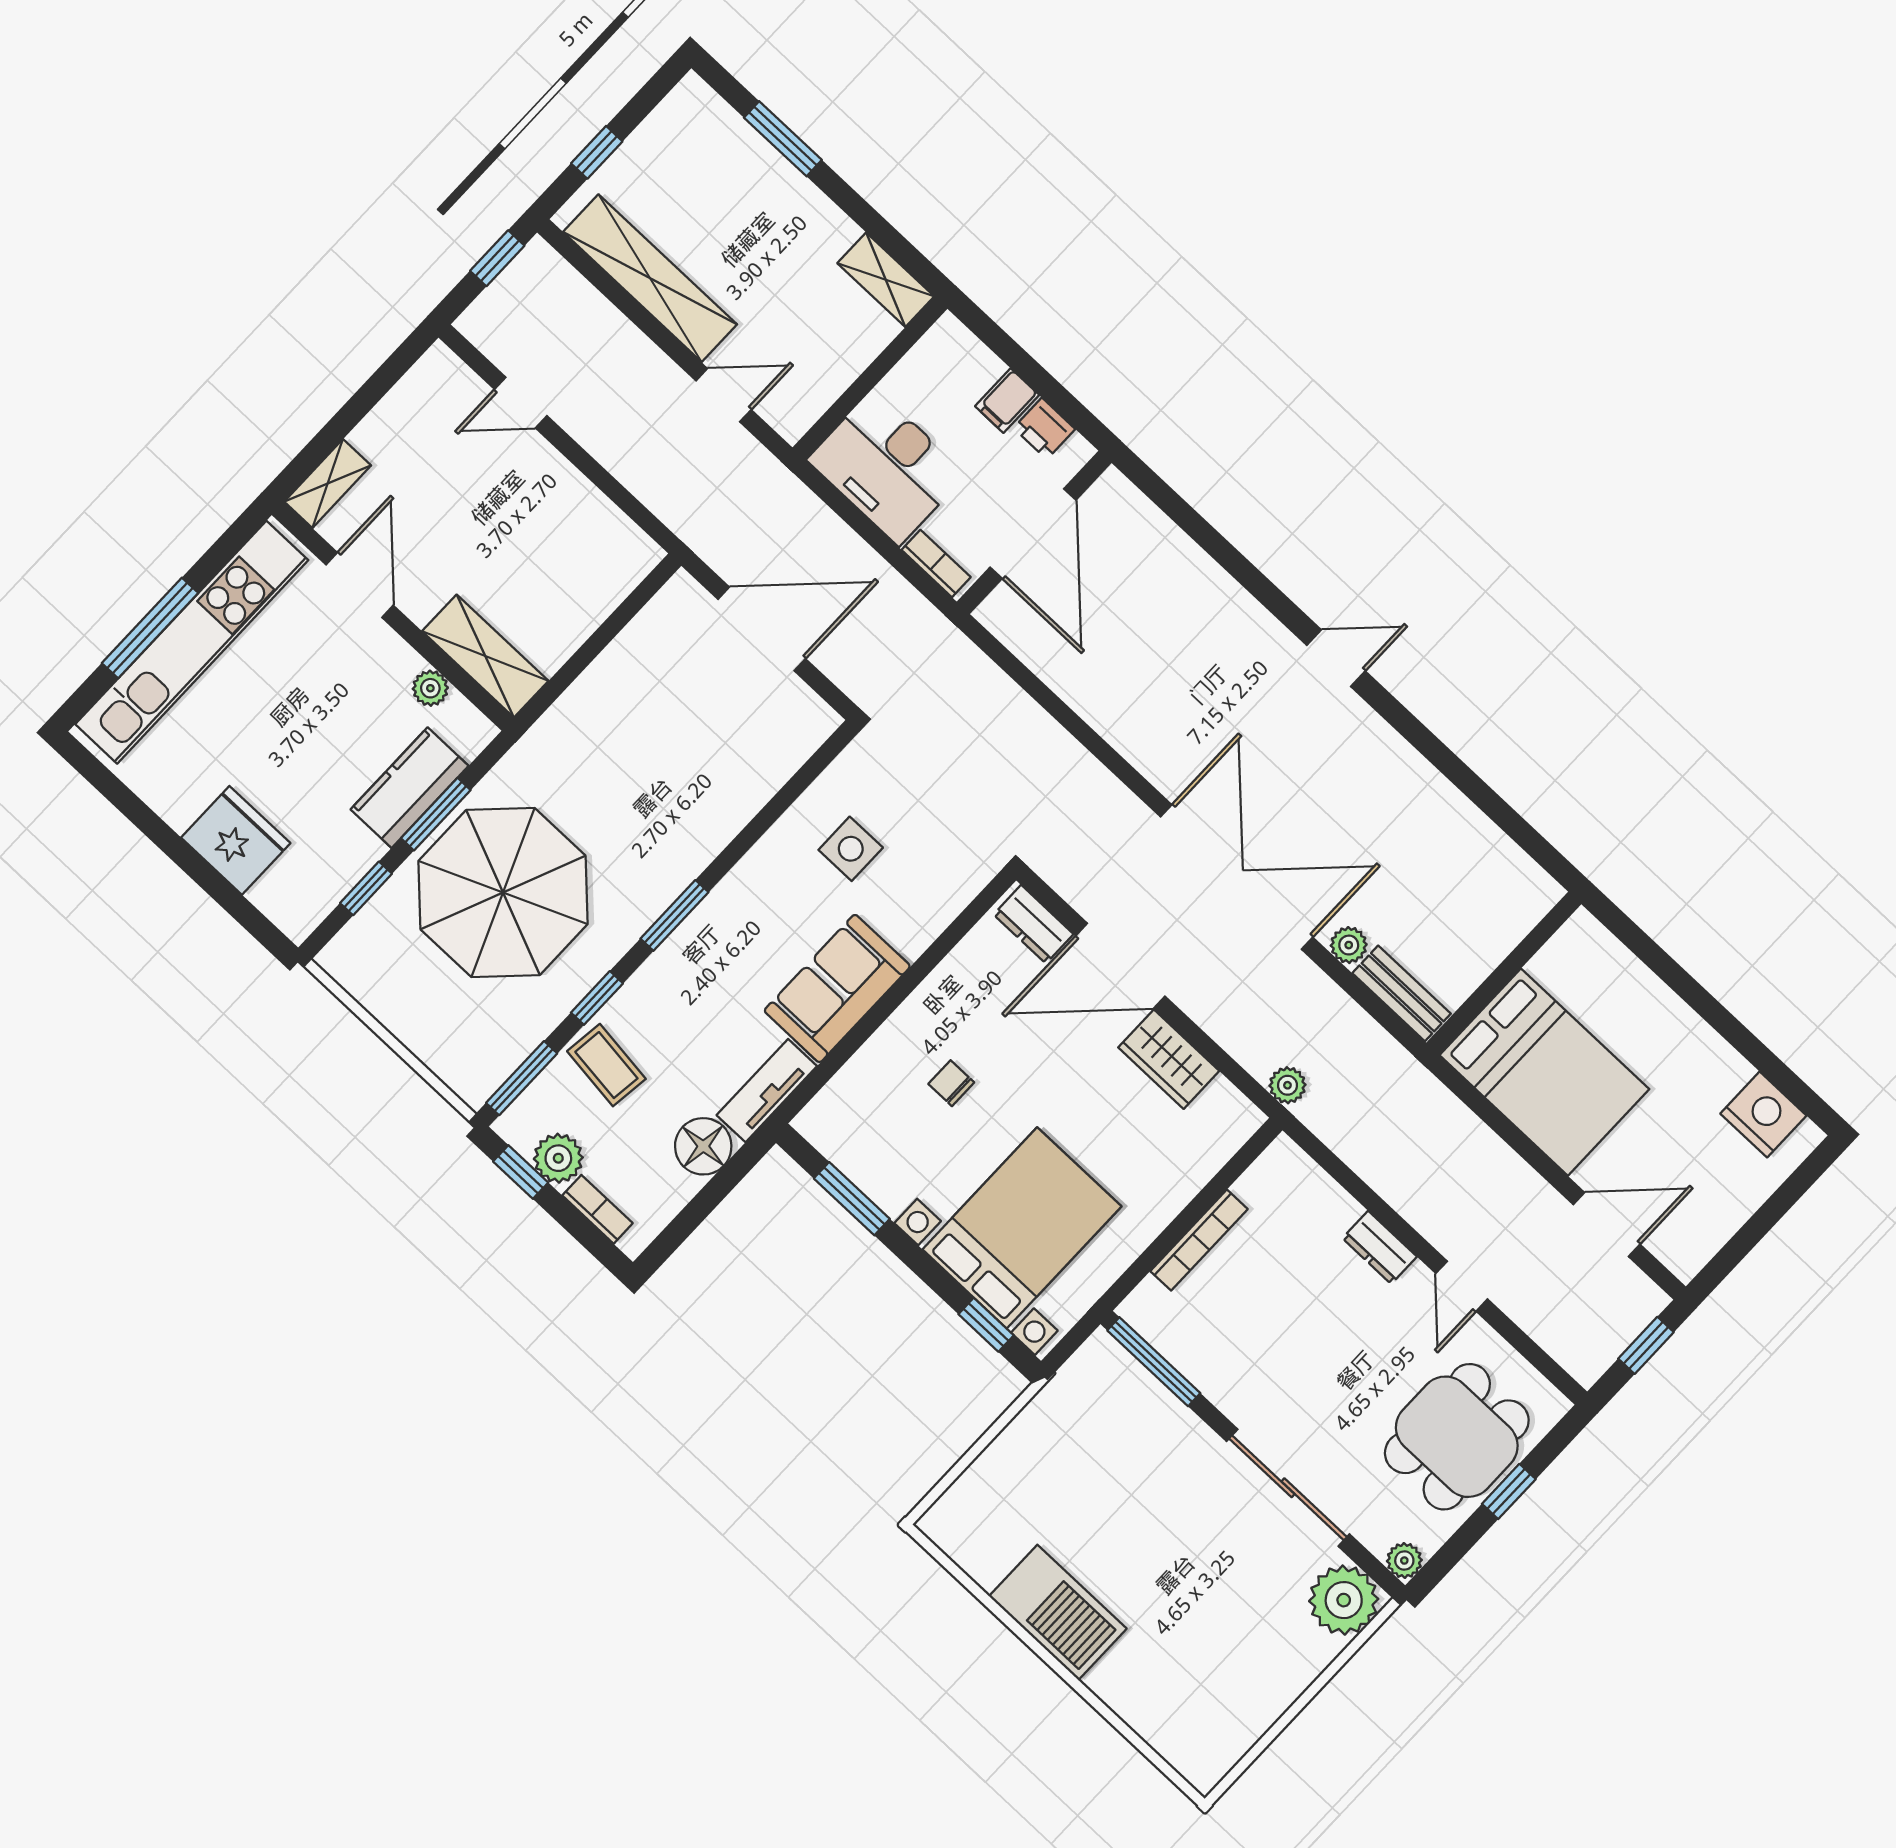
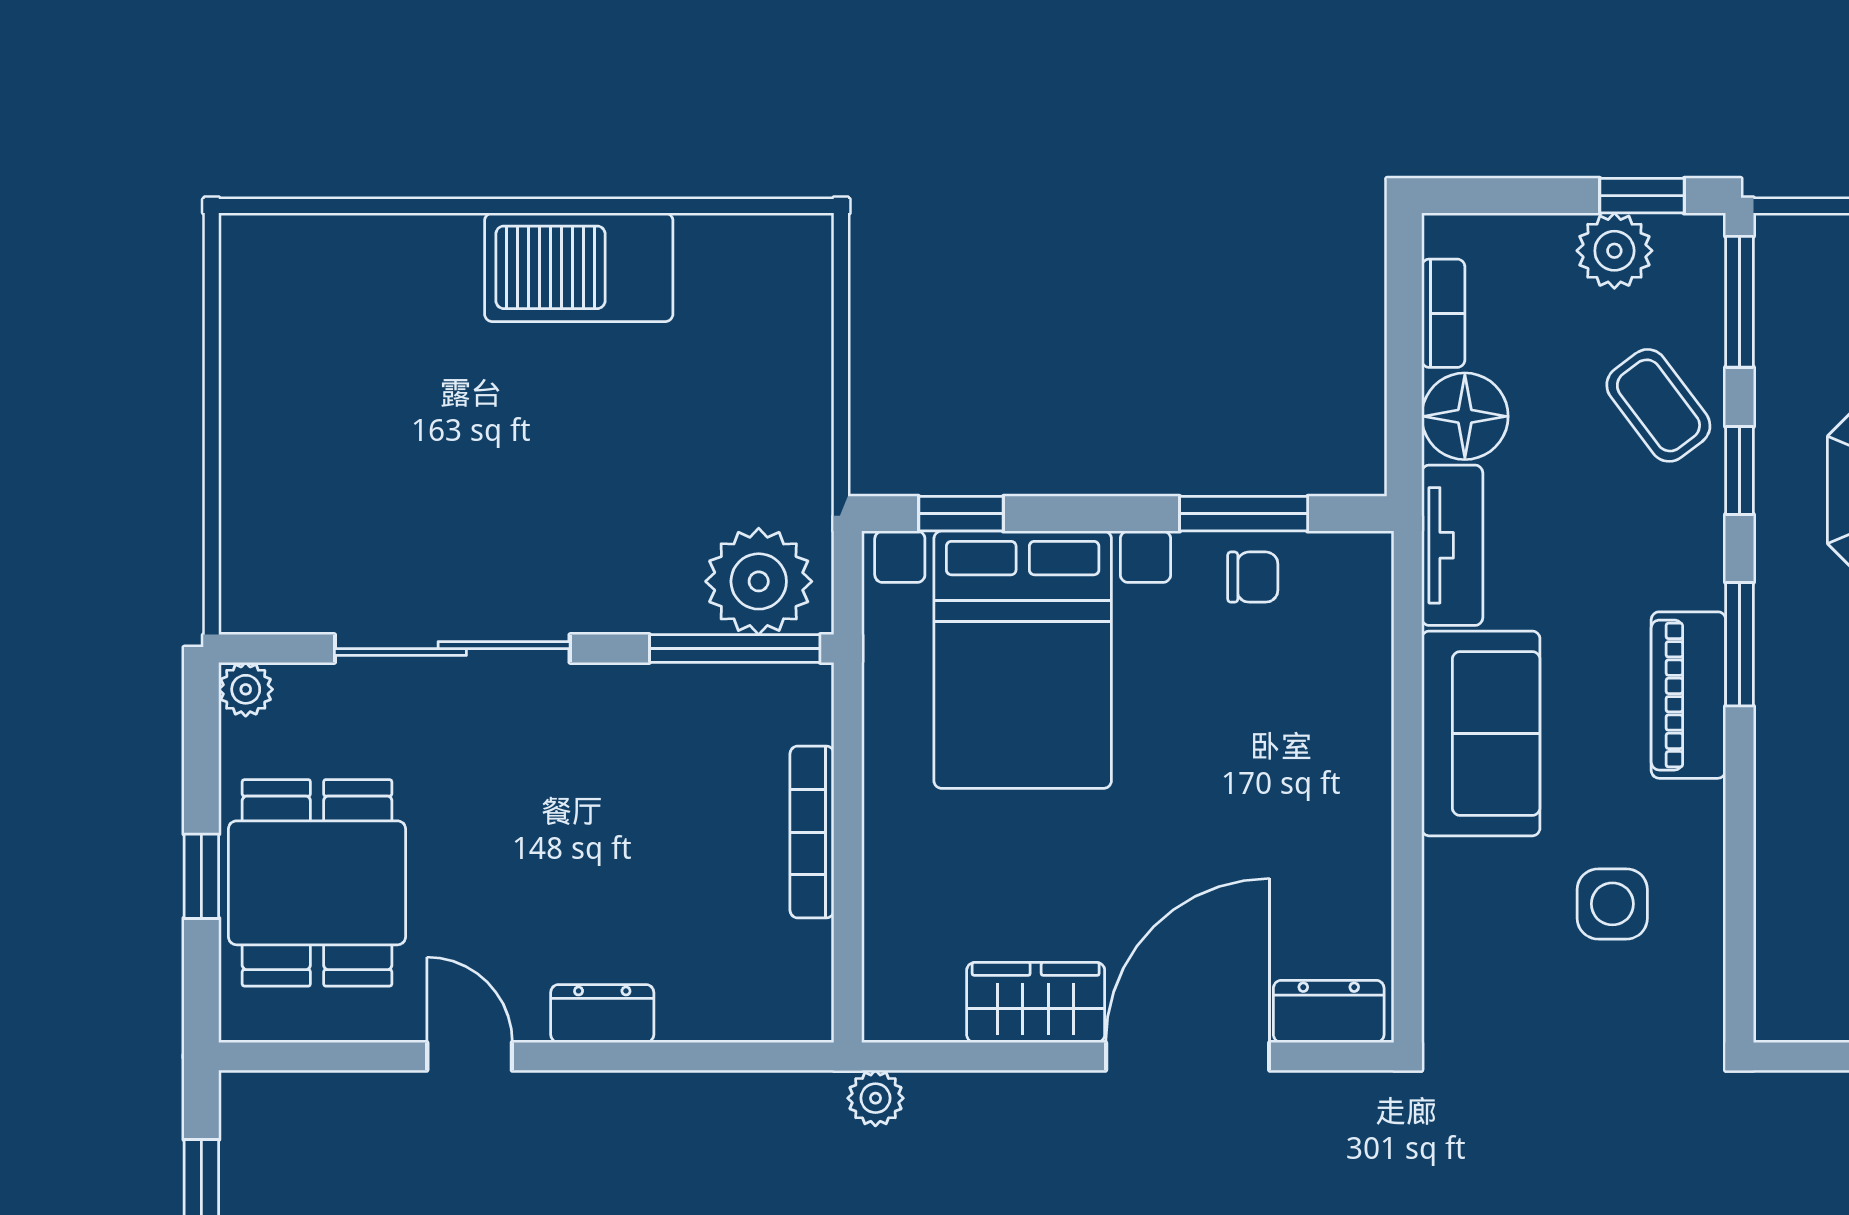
piano: (721, 914) -> (1688, 695), added
coffee table: (606, 1065) -> (1658, 405), turned 46
chair: (951, 1083) -> (1253, 577), moved
bookcase: (597, 1209) -> (1443, 313), moved, turned -90
plant: (1344, 1600) -> (759, 581), moved

